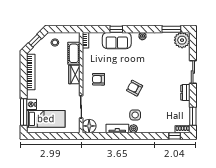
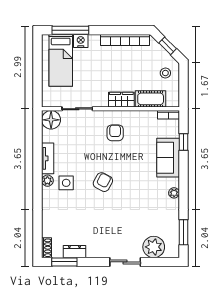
window: (116, 29) -> (184, 142), moved
plant: (182, 40) -> (154, 247), moved
dresser: (185, 93) -> (74, 252), moved
window: (175, 136) -> (38, 237), removed

